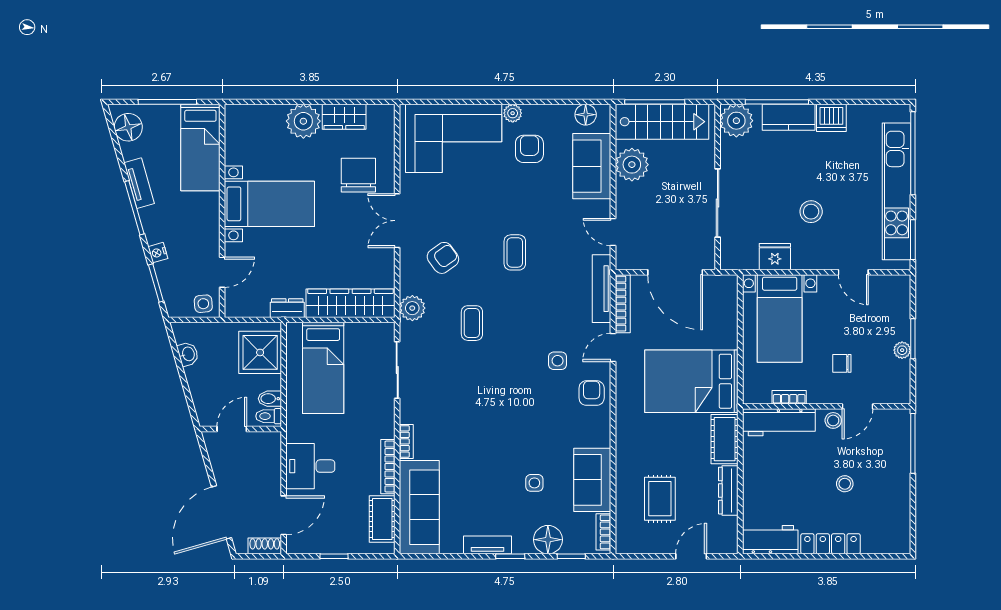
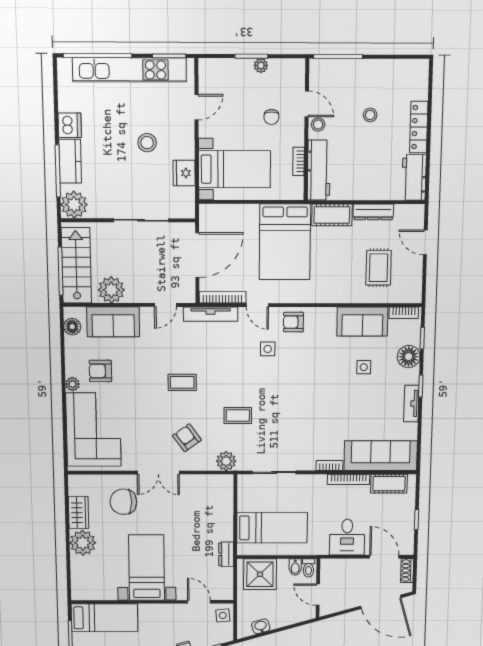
wardrobe: (350, 303) -> (222, 508), removed
rug: (660, 499) -> (379, 268), turned 90

